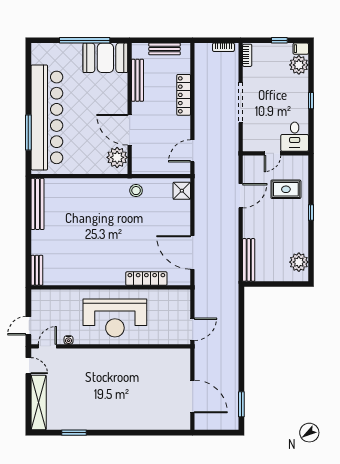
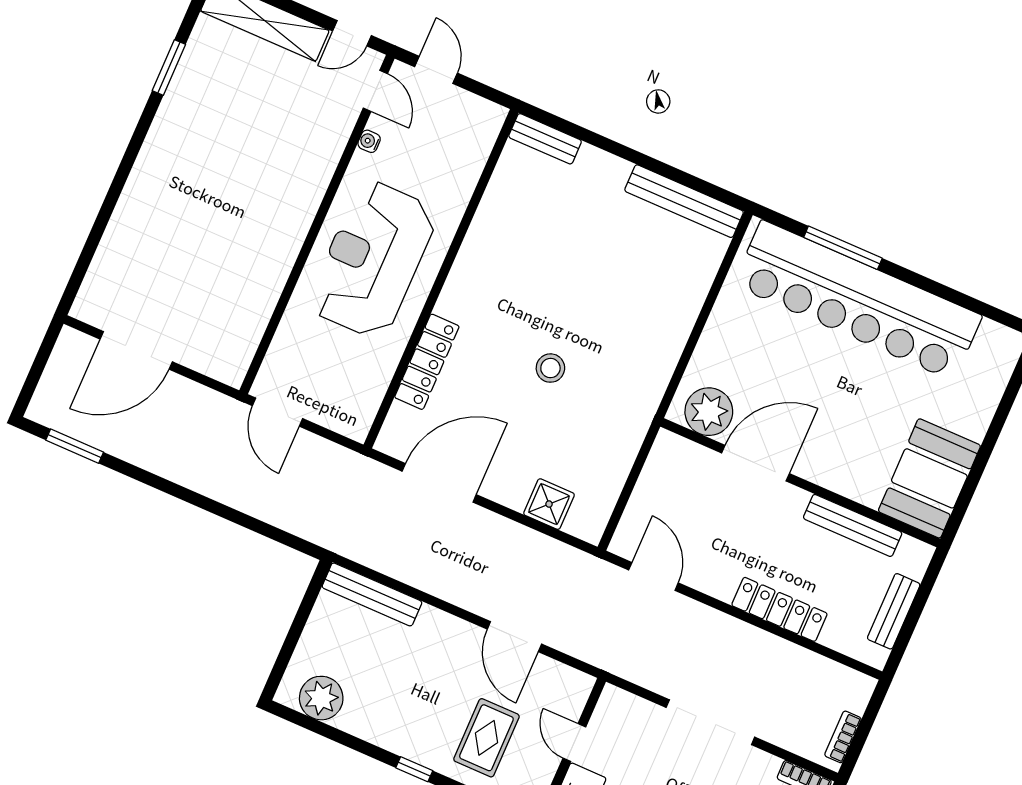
window: (85, 40) -> (986, 451), removed
stool: (136, 191) -> (550, 368), moved
shower: (182, 191) -> (549, 504), moved

